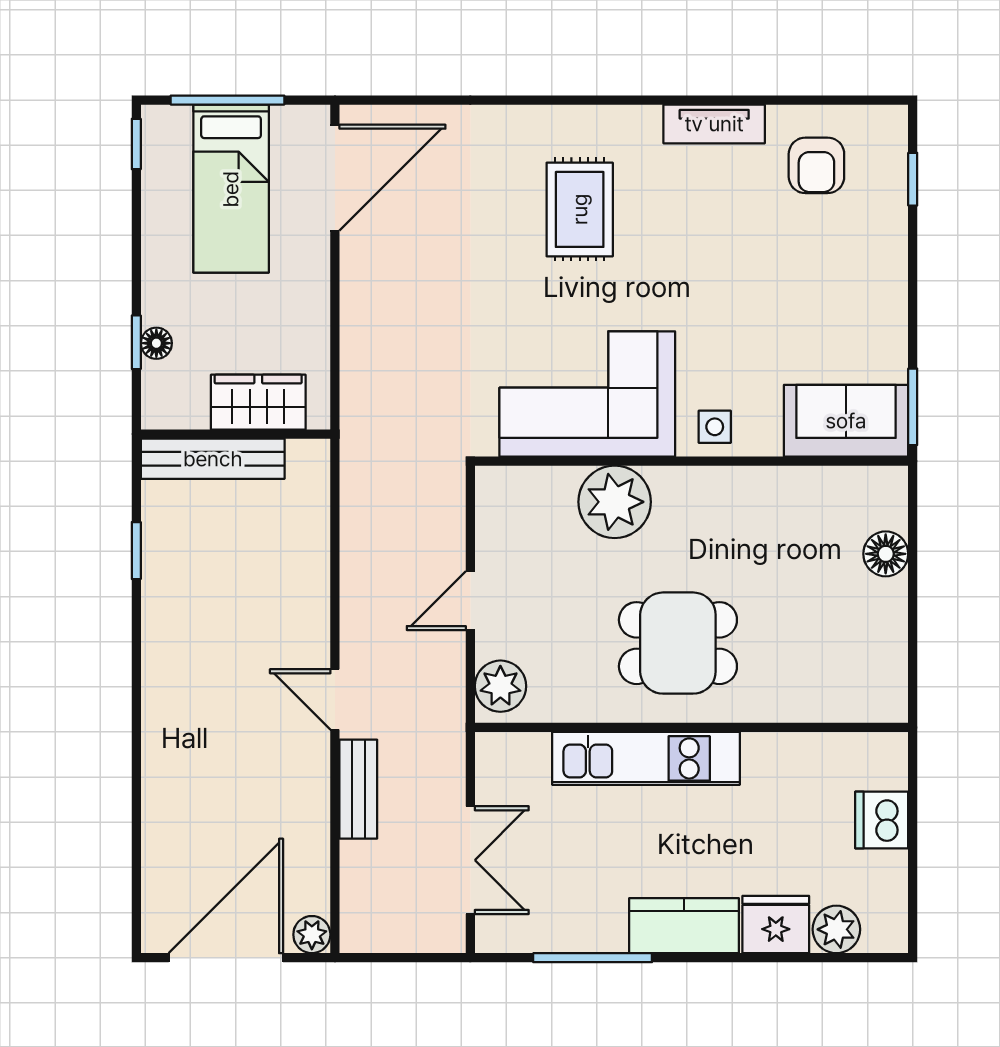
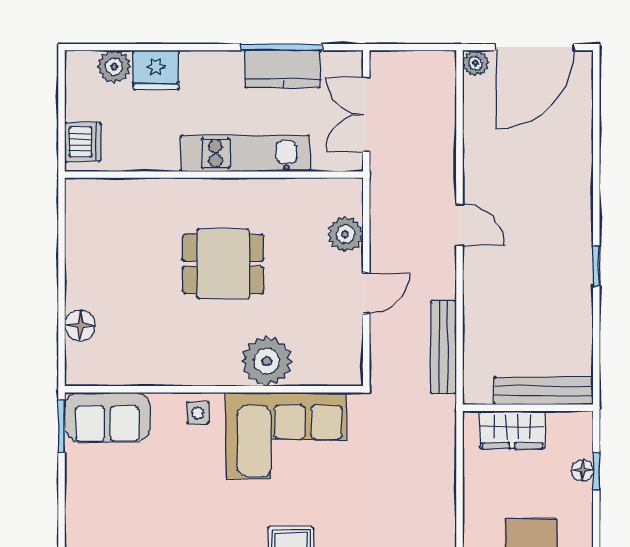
window: (136, 551) -> (596, 266), moved
wall: (692, 727) -> (214, 175), moved
kitchen unit: (646, 758) -> (245, 153), moved
bench: (358, 789) -> (443, 347), moved, width x1.36
kitchen counter: (684, 926) -> (283, 69), moved

